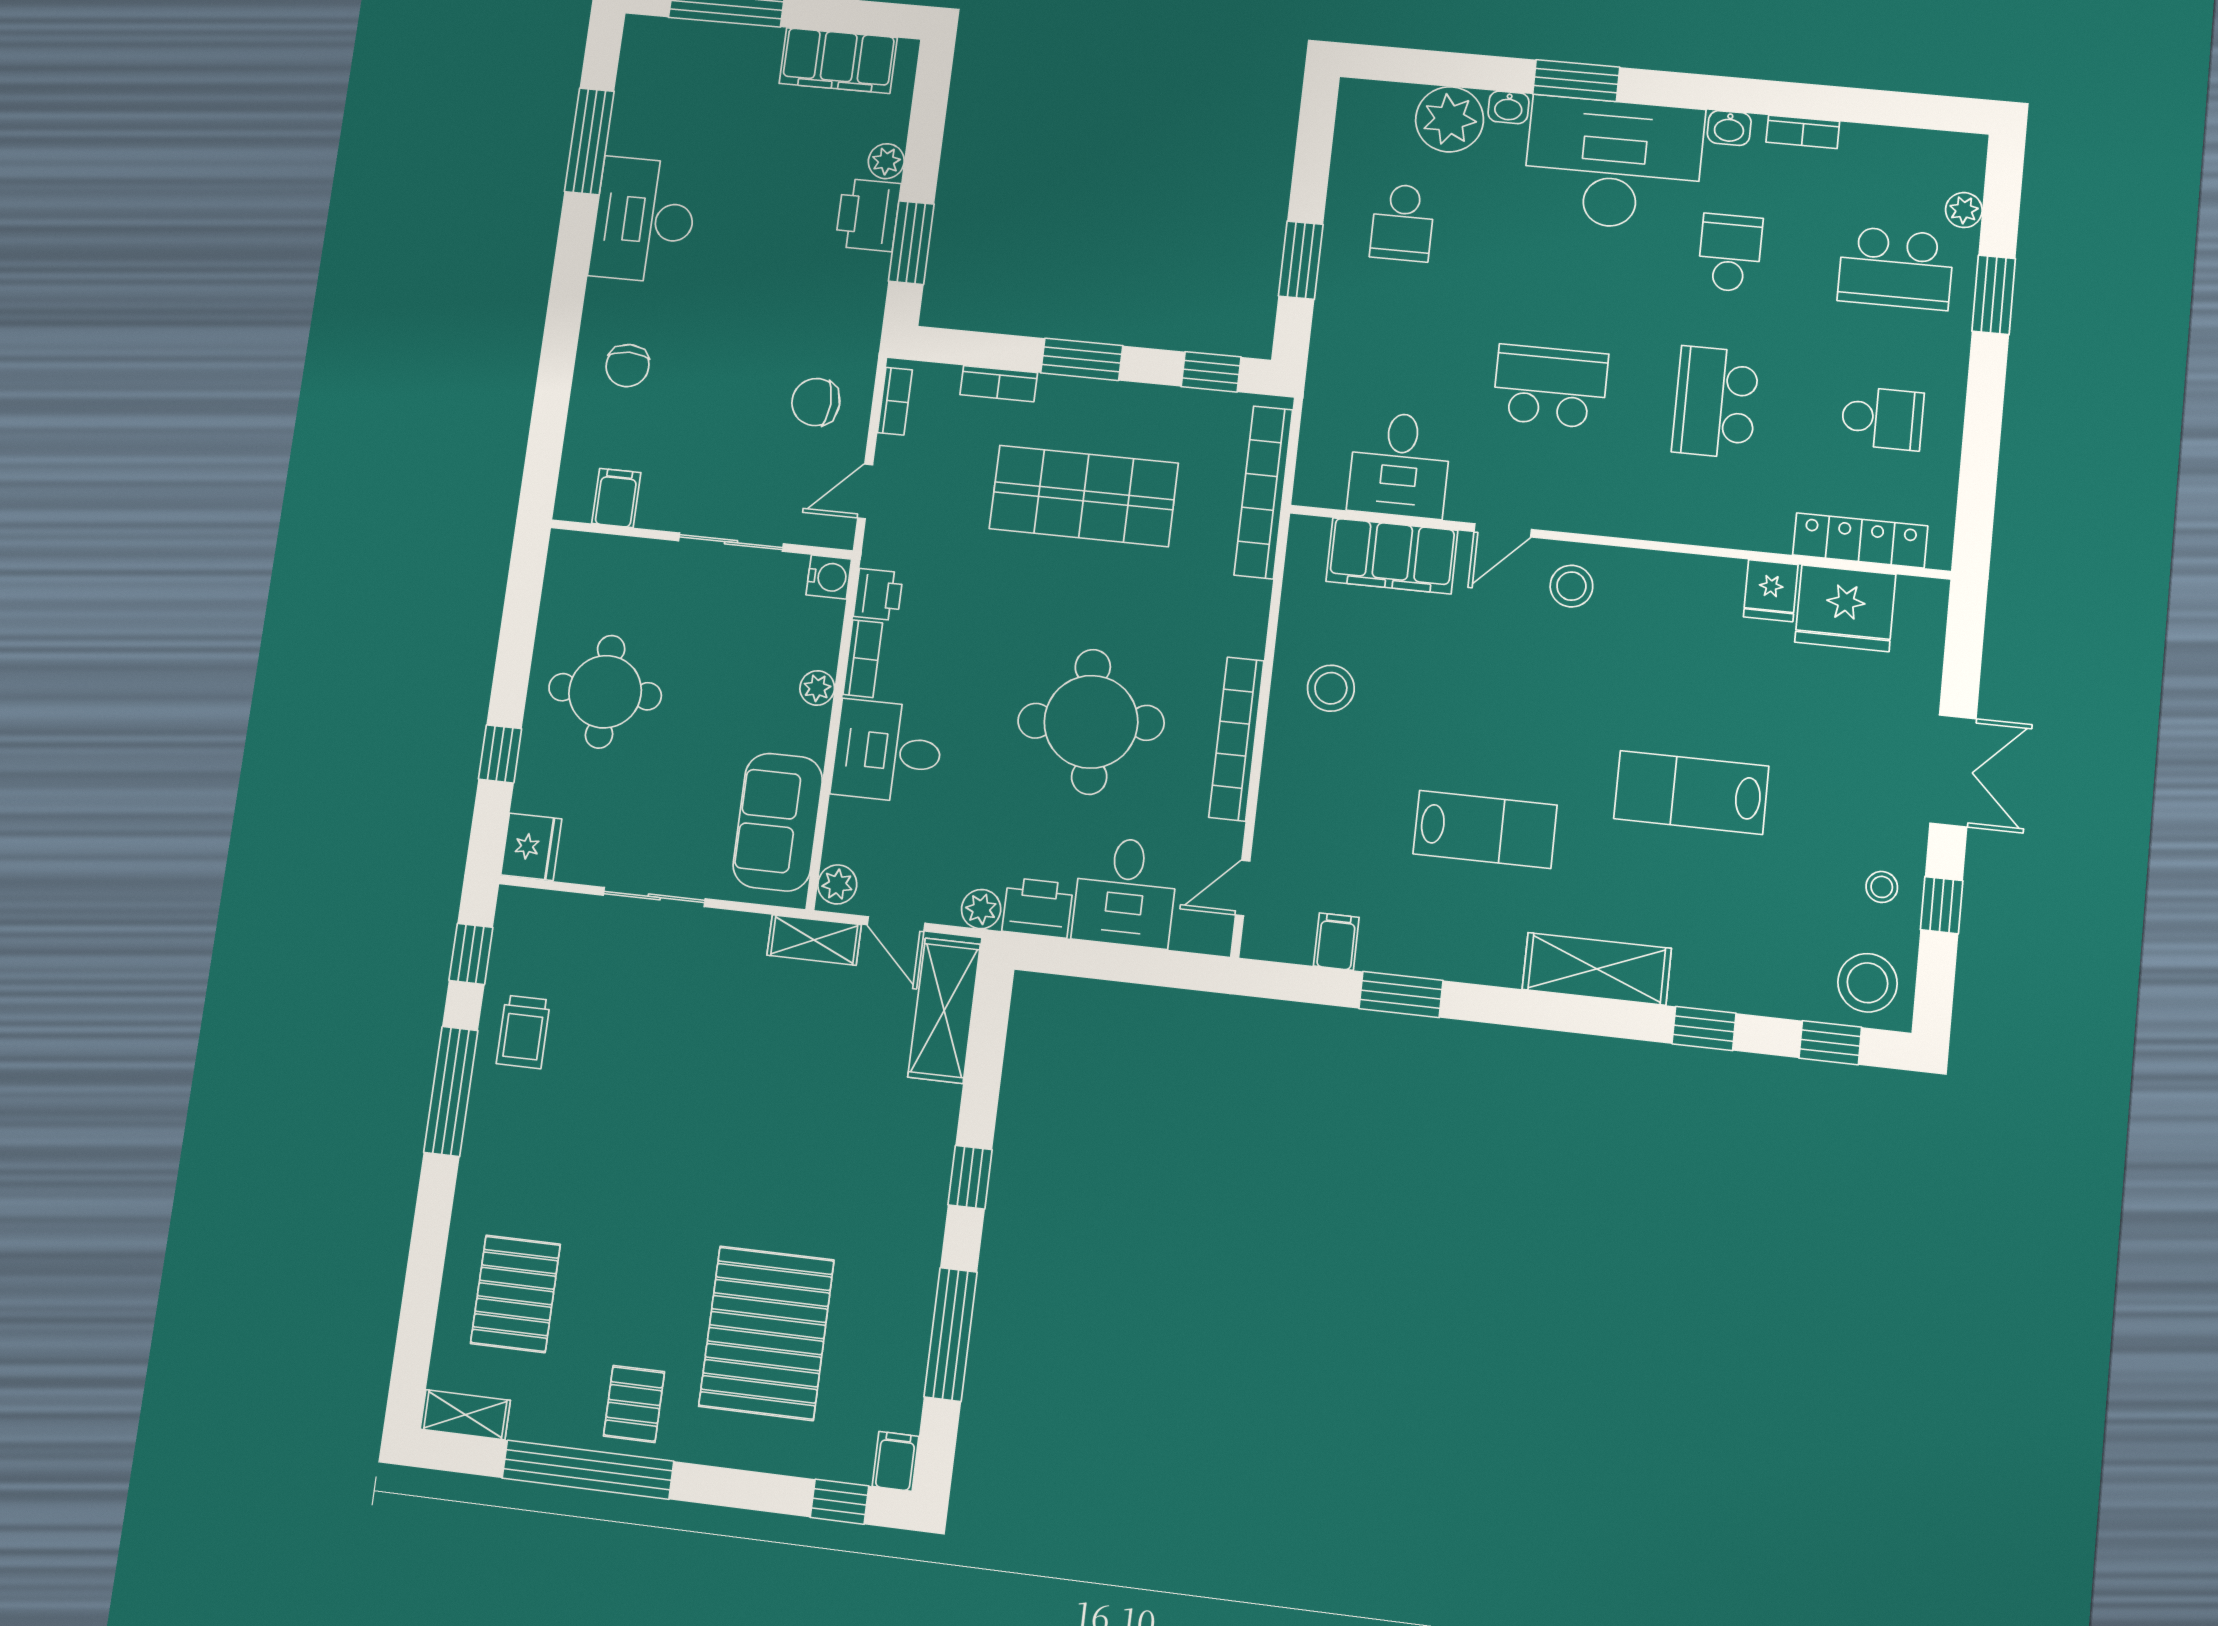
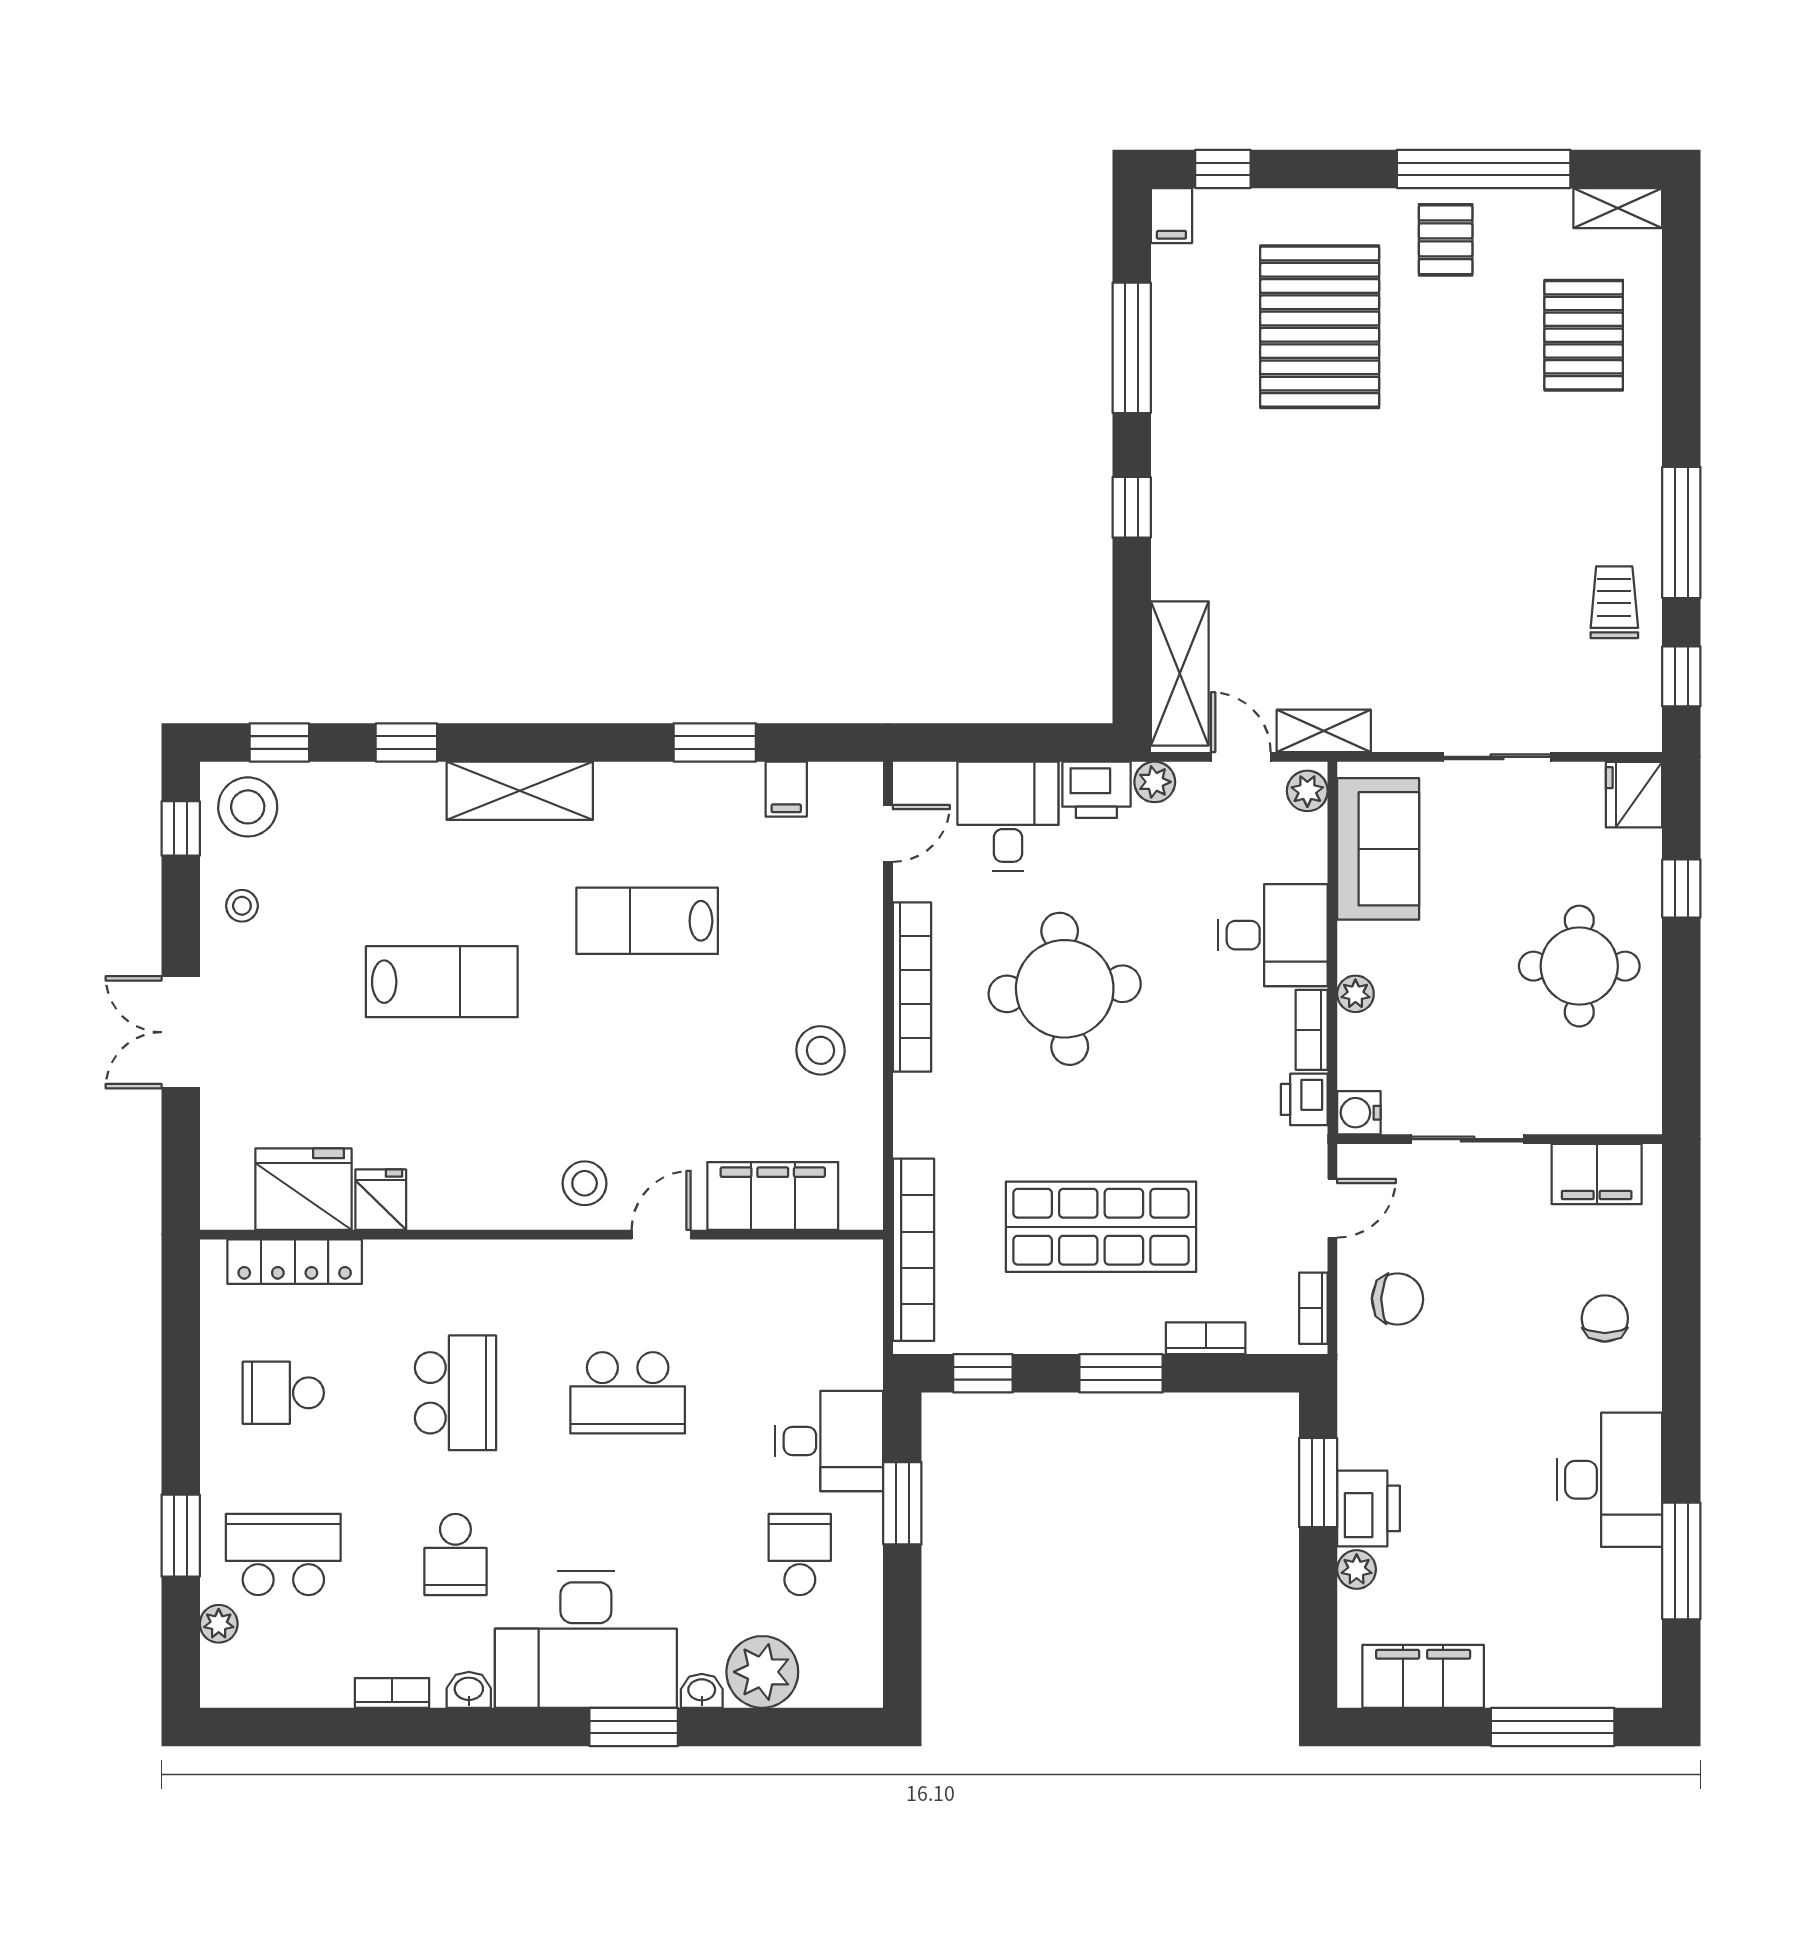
desk: (1400, 465) -> (829, 1441), moved, turned 90
filing cabinet: (616, 498) -> (1597, 1174), width x2.00
window: (1942, 905) -> (181, 828), moved

